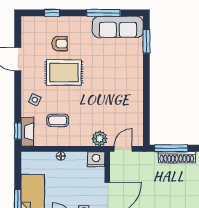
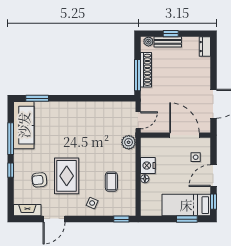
window: (52, 13) -> (11, 170), moved
armchair: (60, 44) -> (39, 180), turned -96
fireplace: (27, 132) -> (27, 210), moved
door: (123, 149) -> (138, 120), swing flipped
nightstand: (96, 159) -> (148, 166), moved

